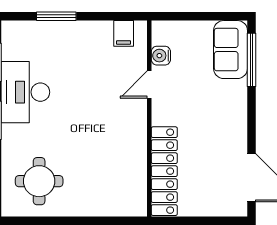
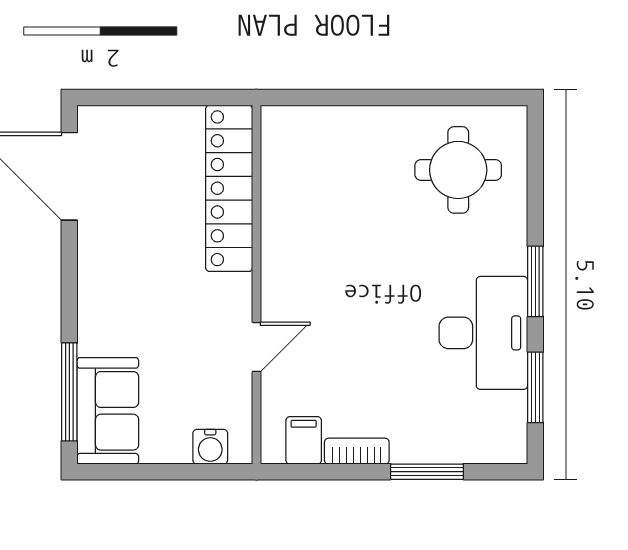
bookcase: (95, 28) -> (357, 451), added
water cooler: (161, 56) -> (210, 447), moved, turned 90

